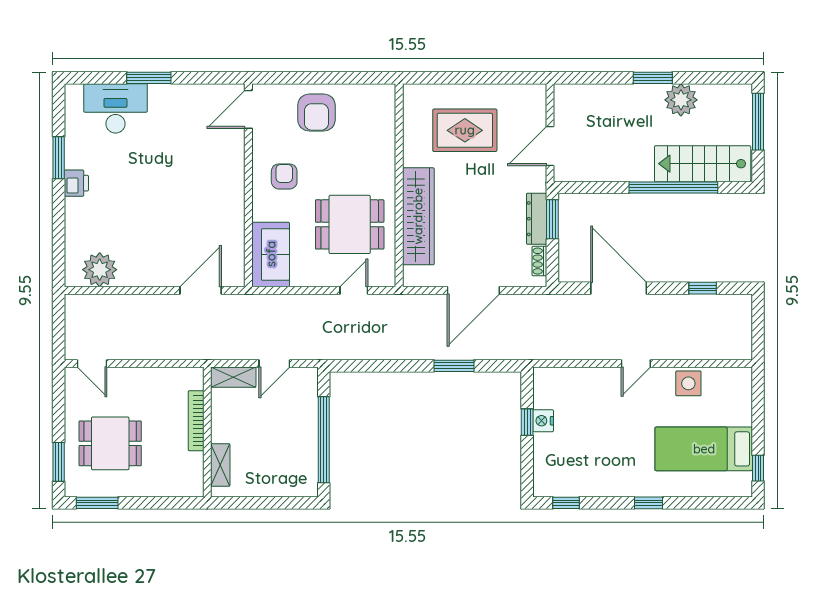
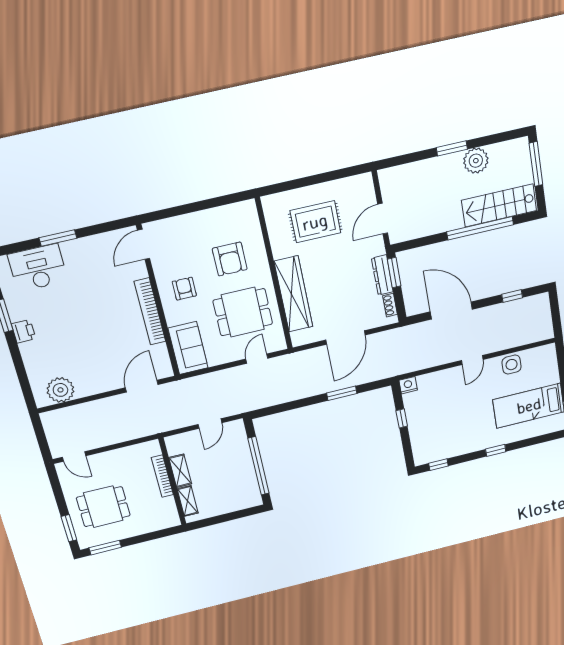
armchair: (316, 113) -> (230, 259), moved
bookcase: (235, 195) -> (150, 311), added
shelving: (233, 377) -> (180, 471), moved, turned 90
nightstand: (543, 421) -> (408, 385), moved, turned 90

